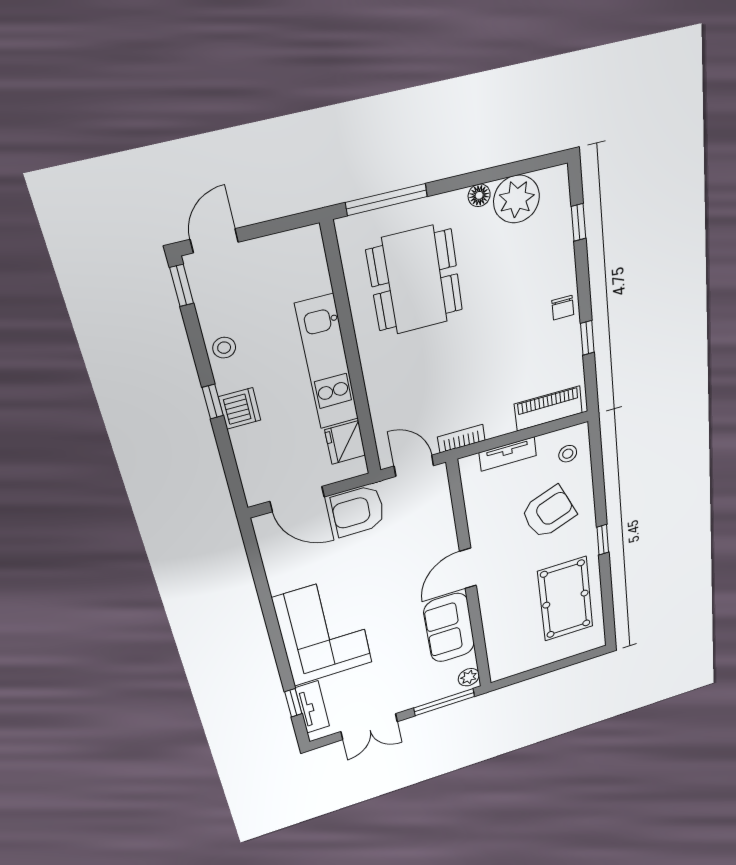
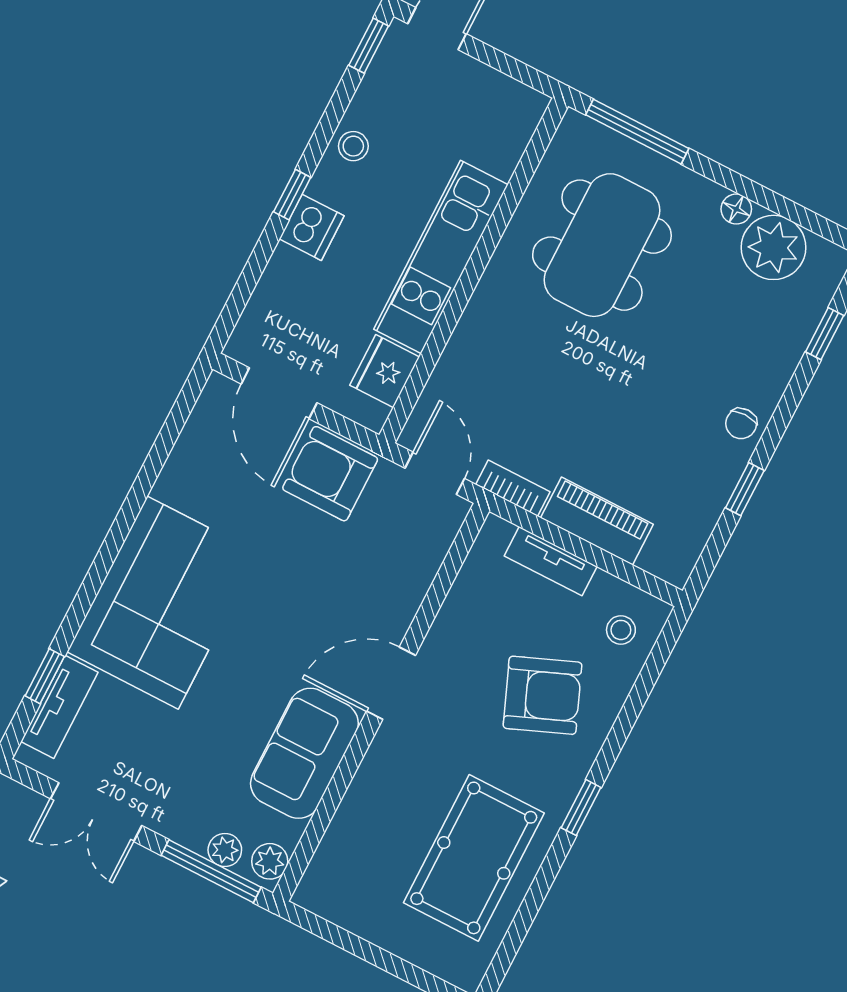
piano: (548, 408) -> (597, 521), moved
plant: (444, 690) -> (225, 850), added

